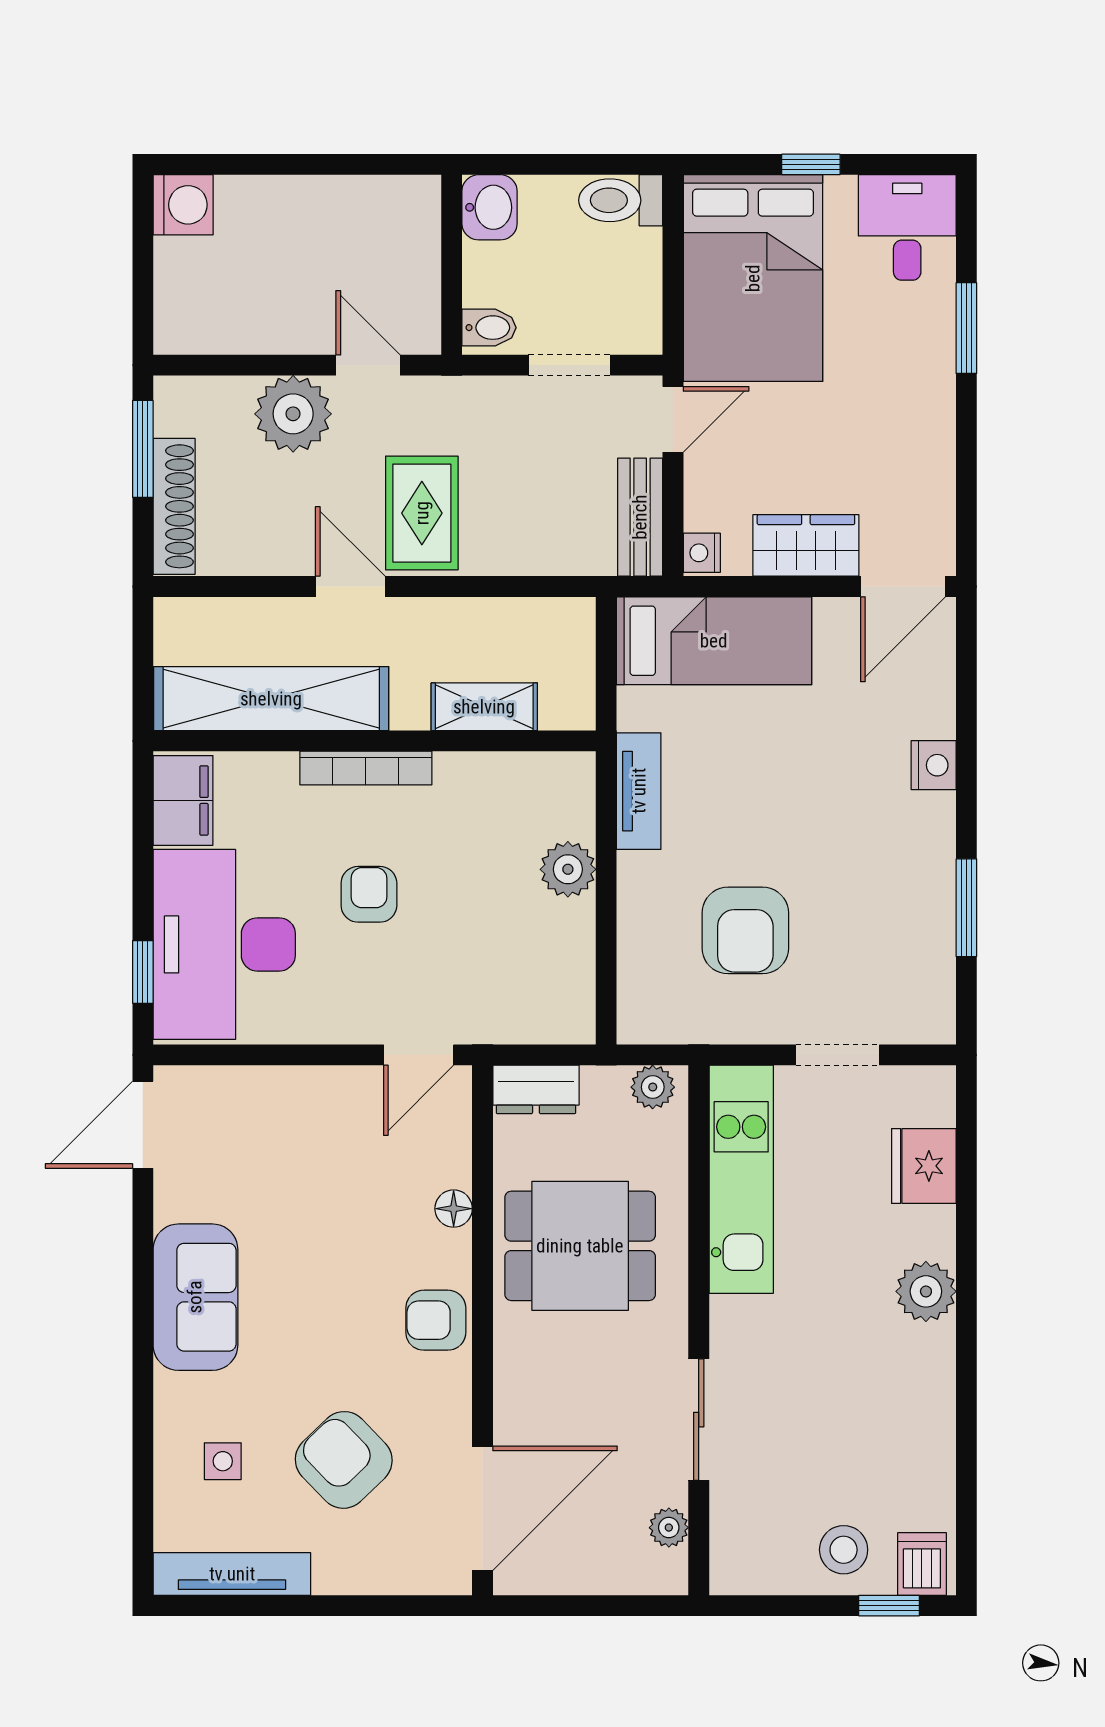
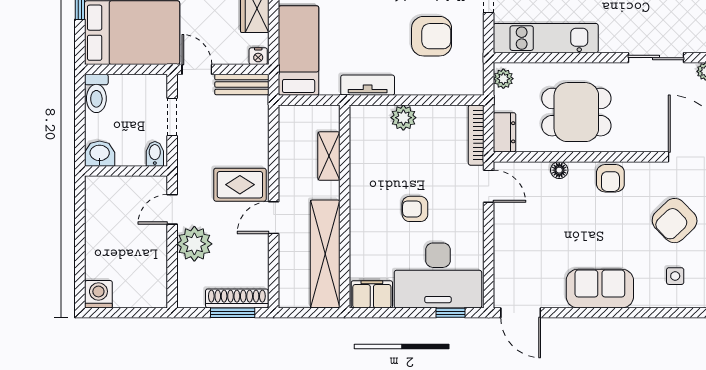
window: (143, 449) -> (233, 313), moved
bookcase: (366, 768) -> (476, 135), moved, turned 180
dining table: (580, 1246) -> (576, 112), turned 90

